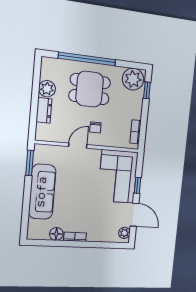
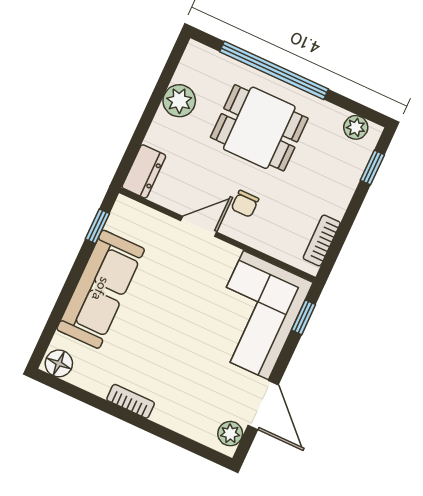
plant: (133, 79) -> (356, 127), width x0.53, depth x0.53
dresser: (44, 110) -> (144, 171), moved
window: (30, 163) -> (97, 226), width x0.67
window: (137, 185) -> (303, 317), moved
floor lamp: (56, 234) -> (59, 363), moved

